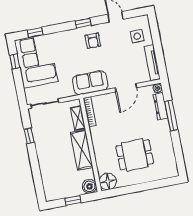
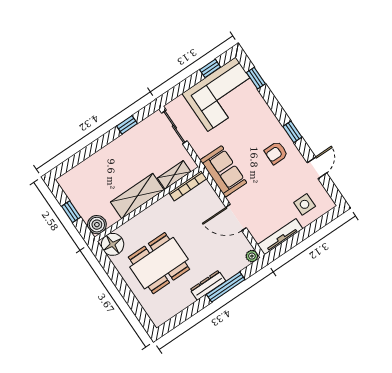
dresser: (160, 106) -> (208, 285), moved
dining table: (135, 155) -> (159, 263), width x1.38

